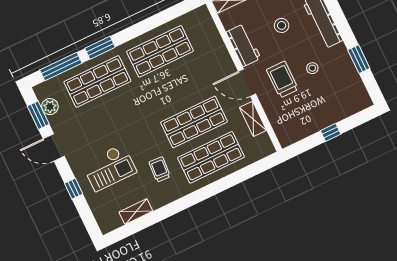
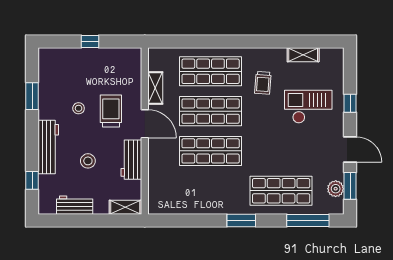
window: (100, 48) -> (241, 221), moved
shop shelf: (160, 51) -> (211, 151), moved
trolley: (282, 79) -> (111, 111), turned 180

